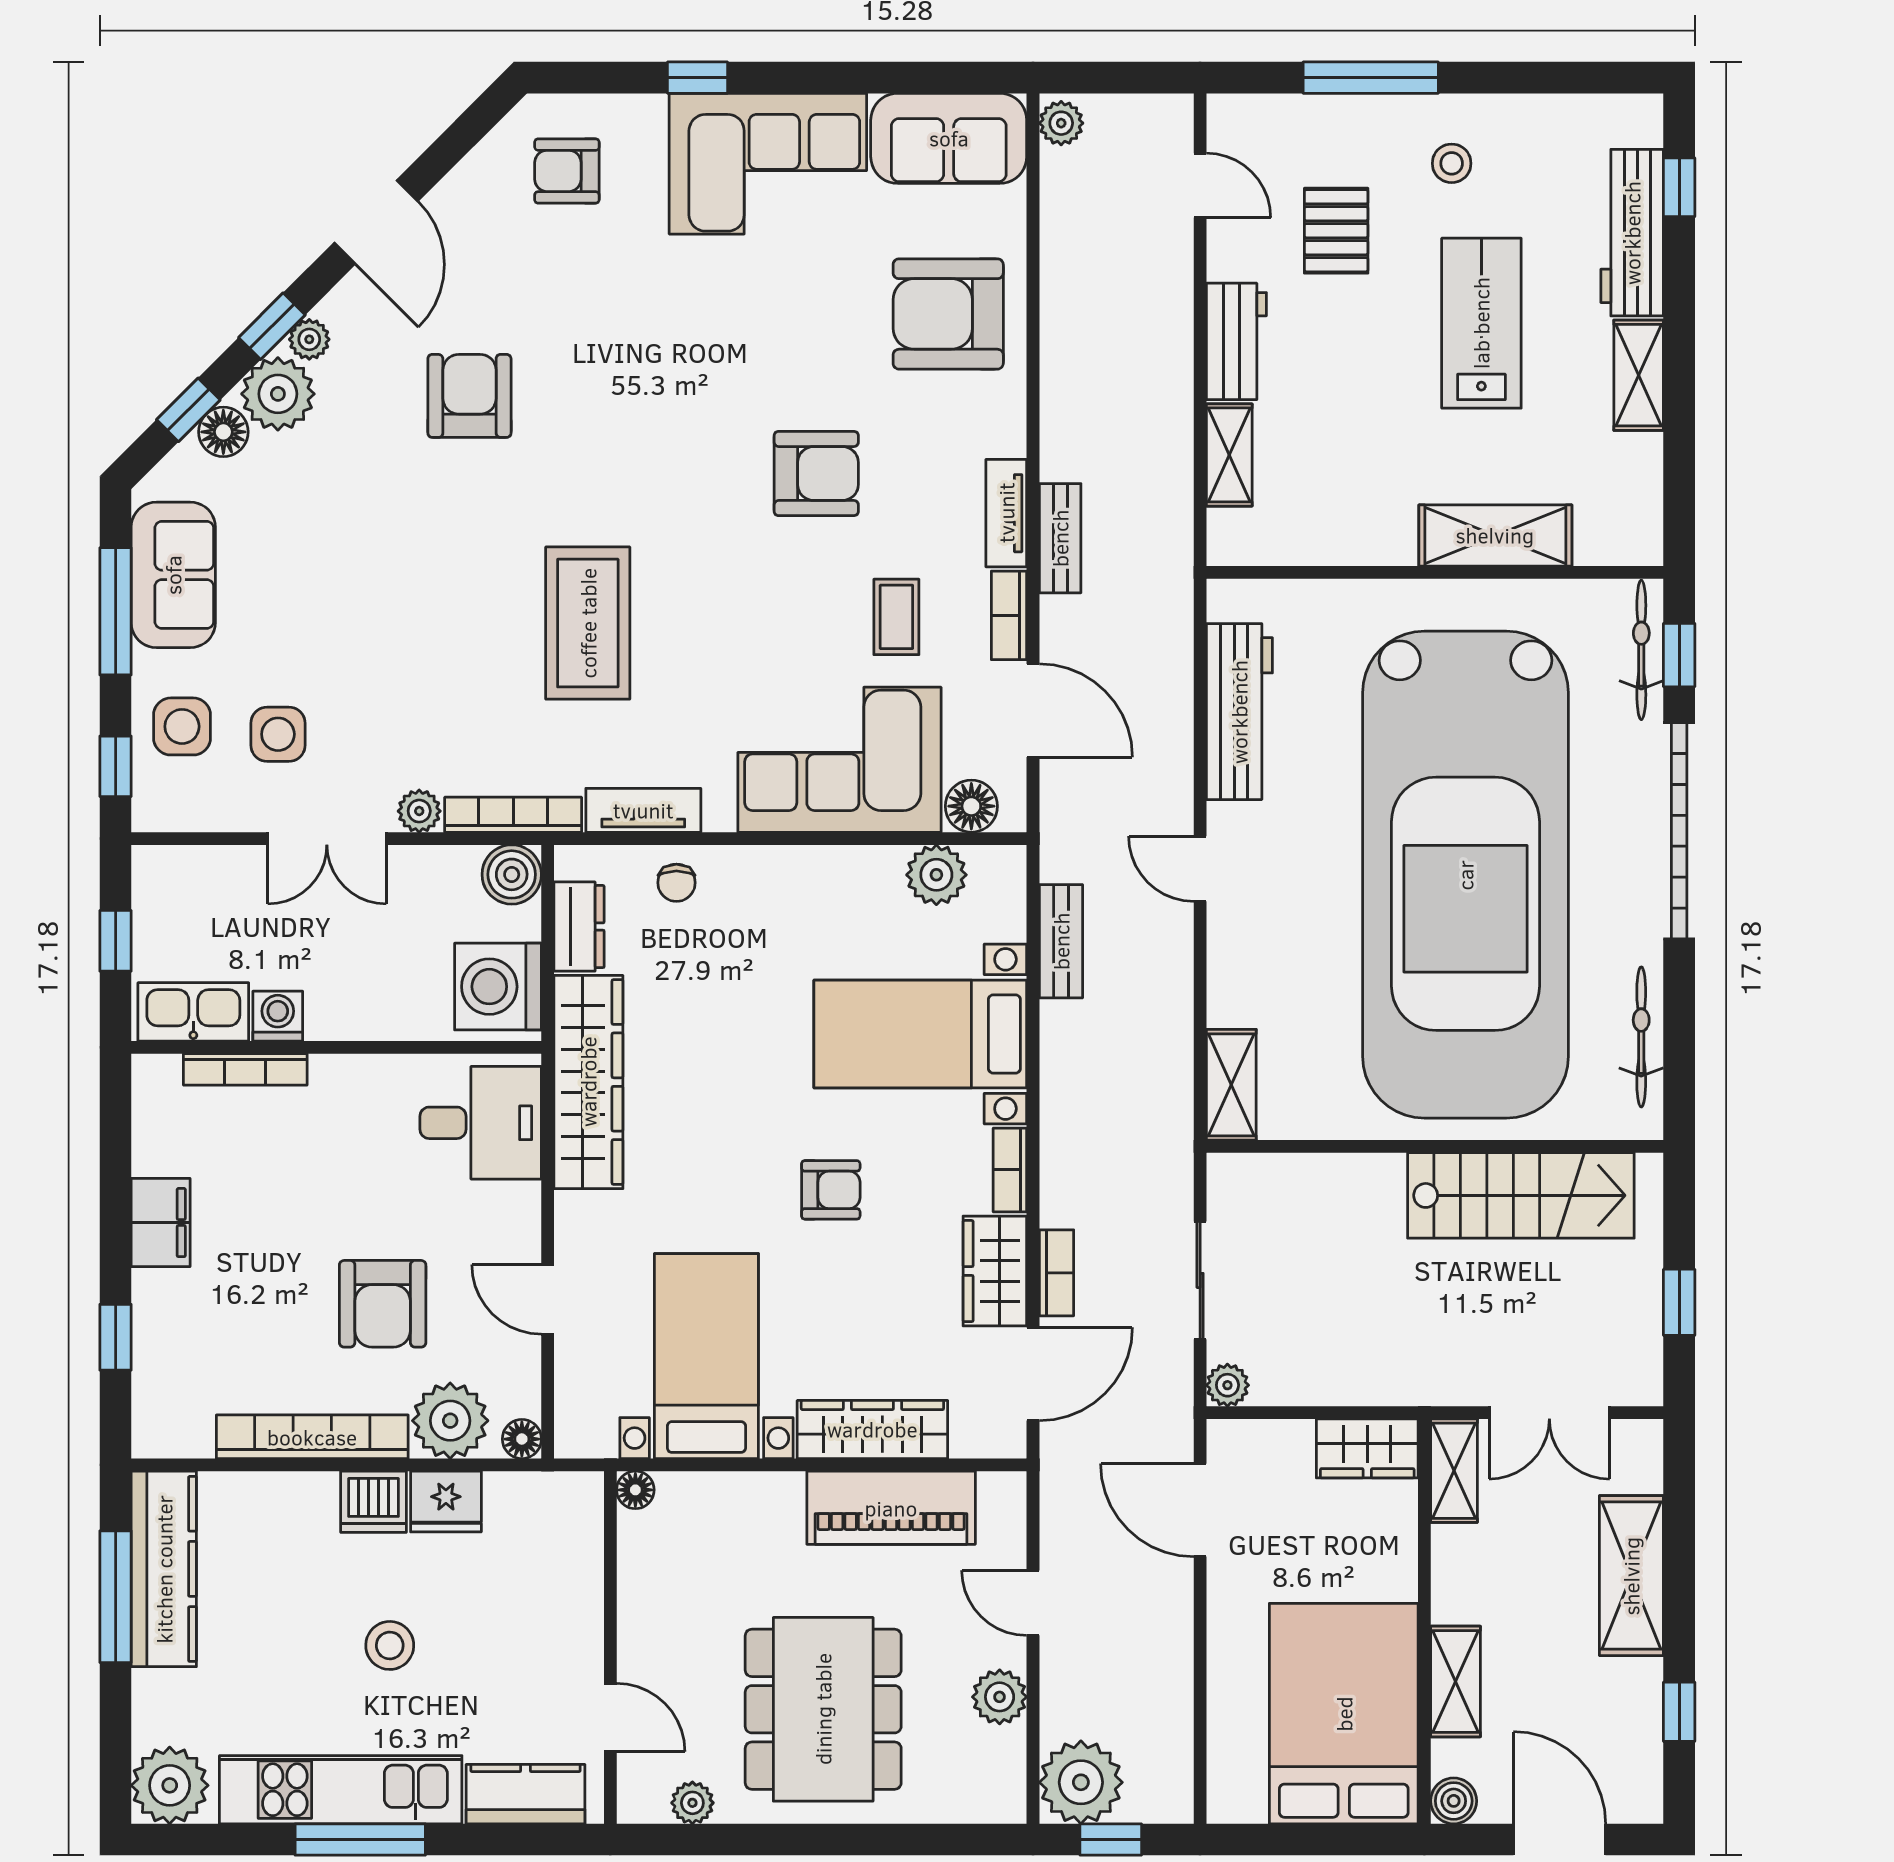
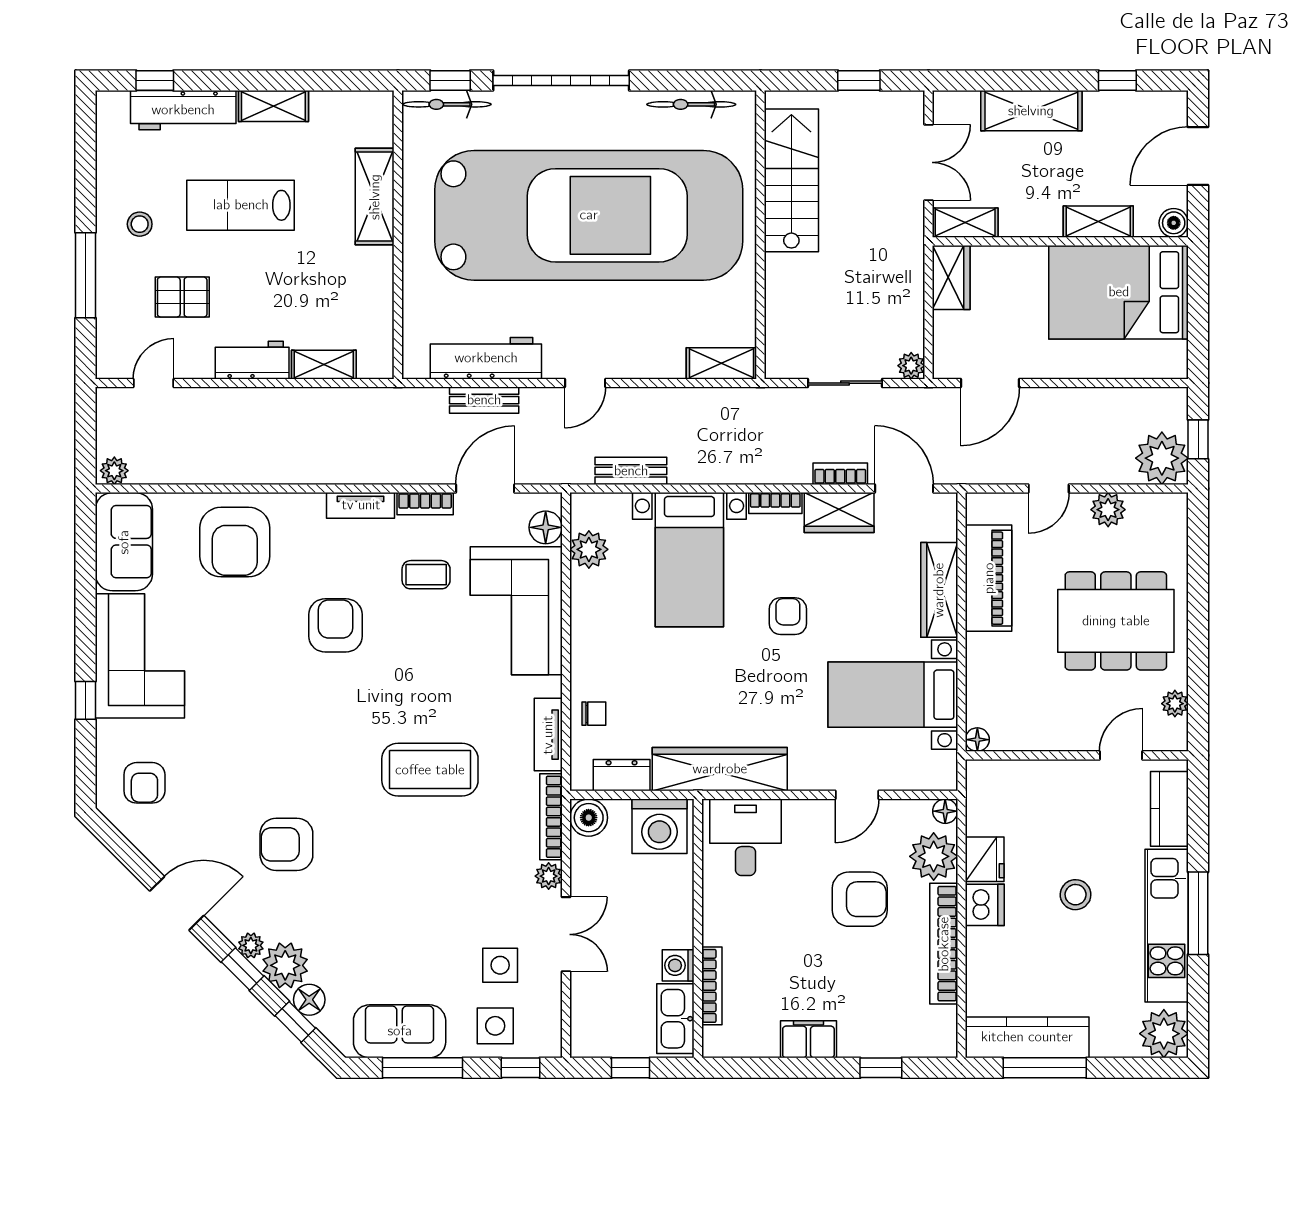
bench: (1060, 538) -> (484, 400), moved

